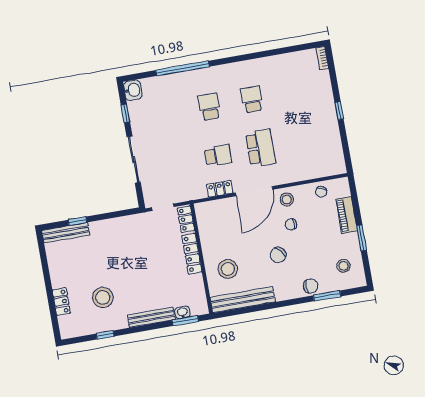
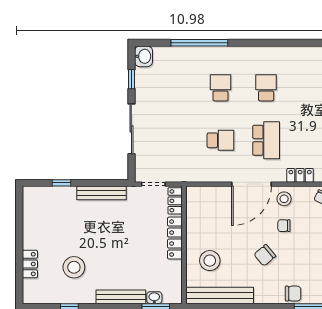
locker: (220, 189) -> (300, 175), moved
bench: (66, 233) -> (101, 193), moved

